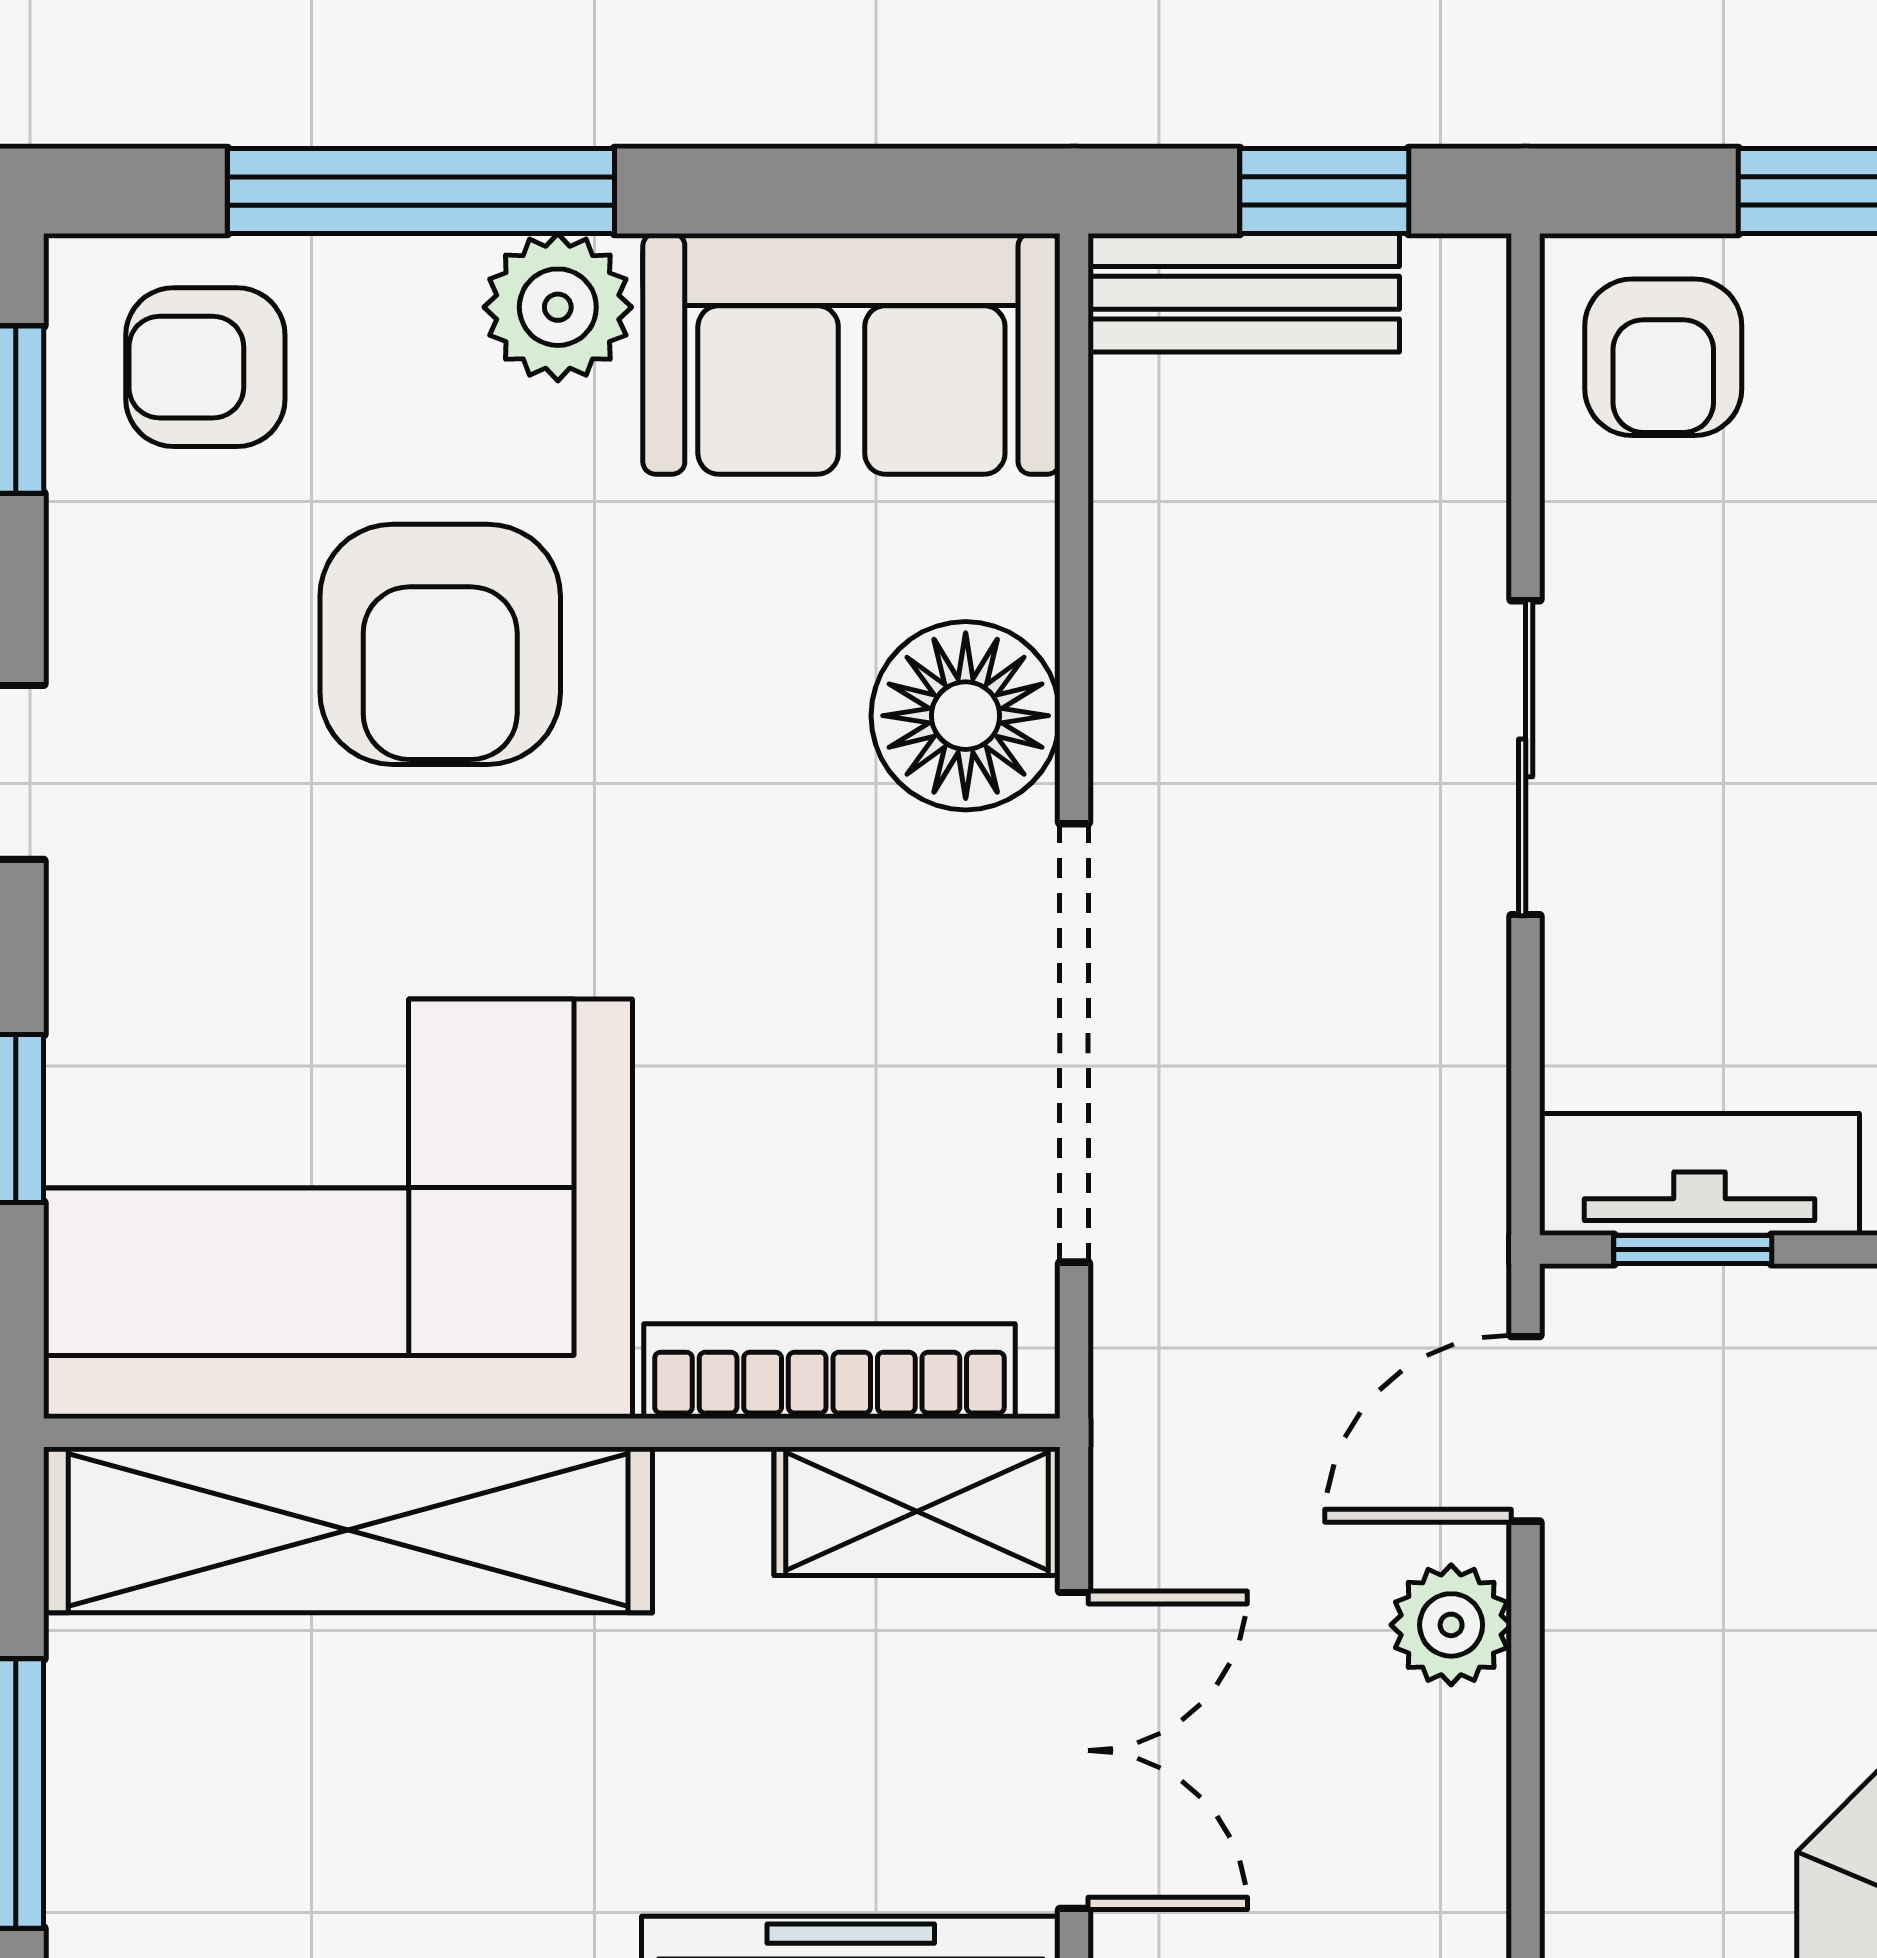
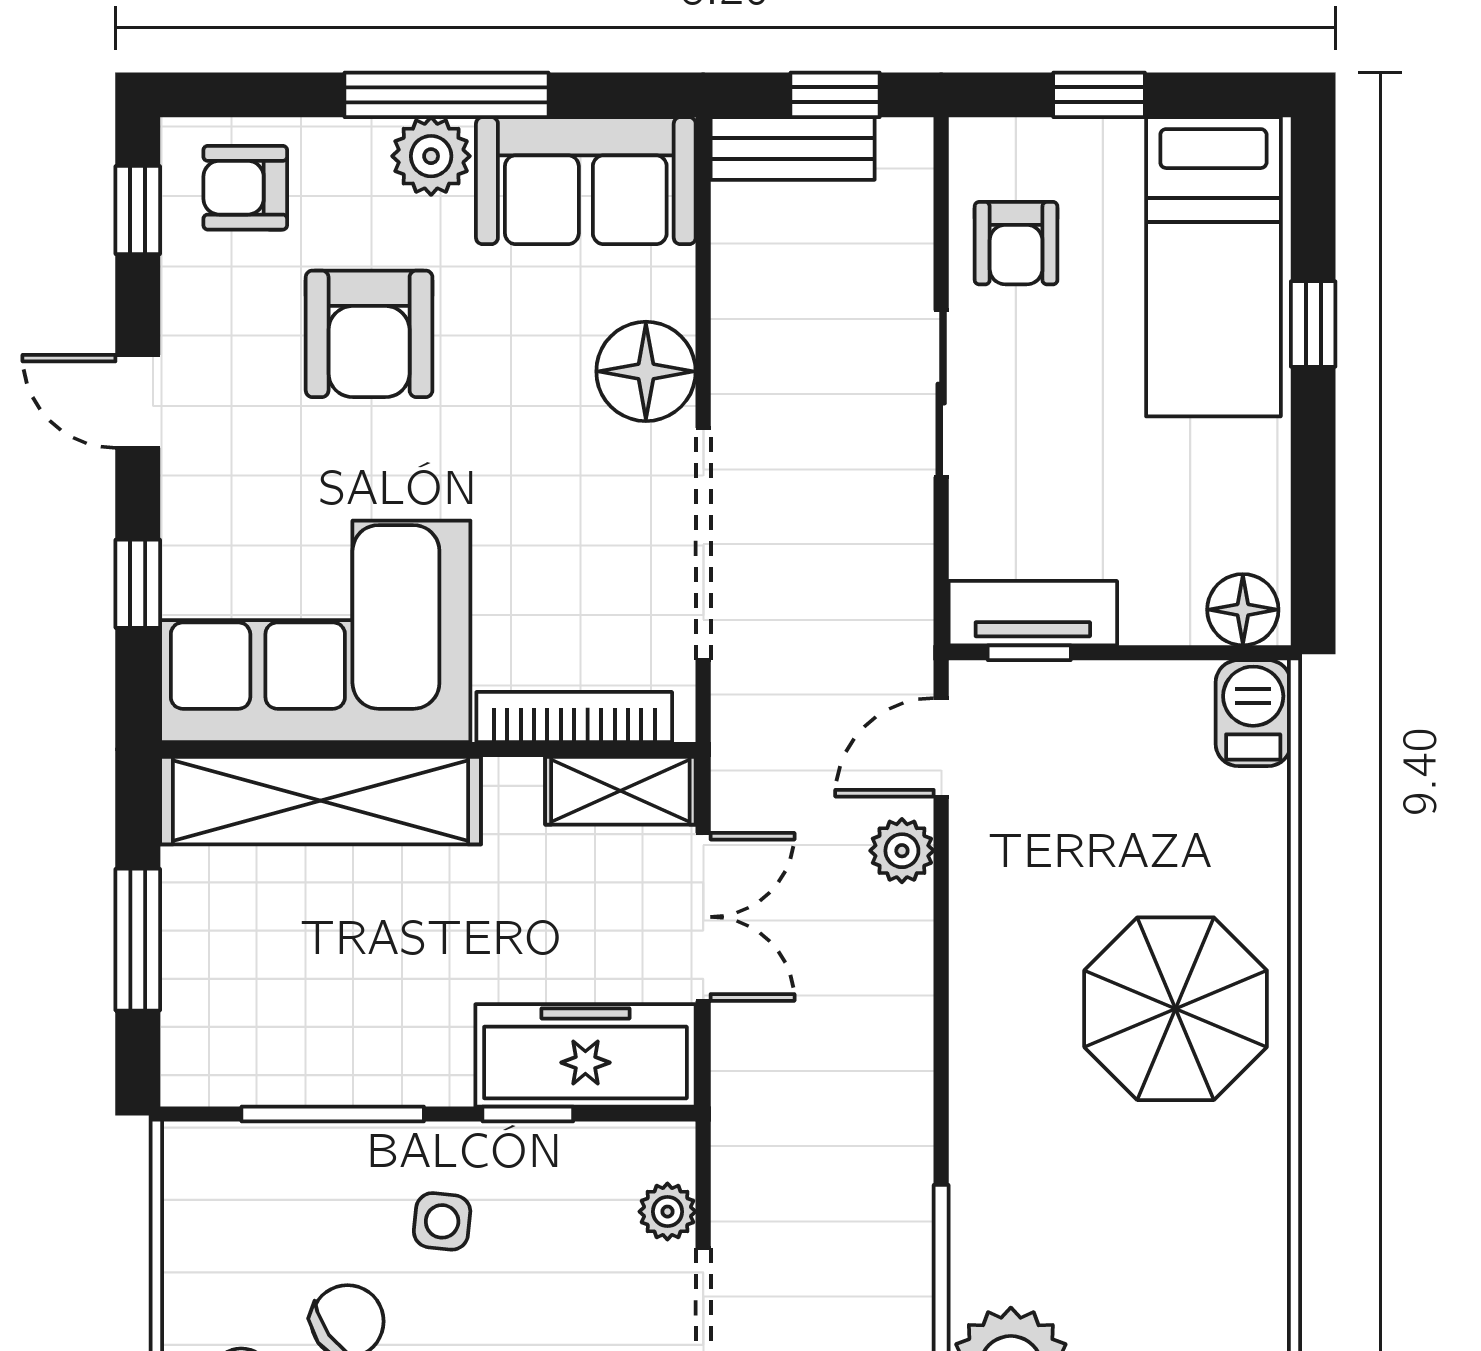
window: (421, 191) -> (447, 95), moved
armchair: (1663, 357) -> (1016, 243), moved

